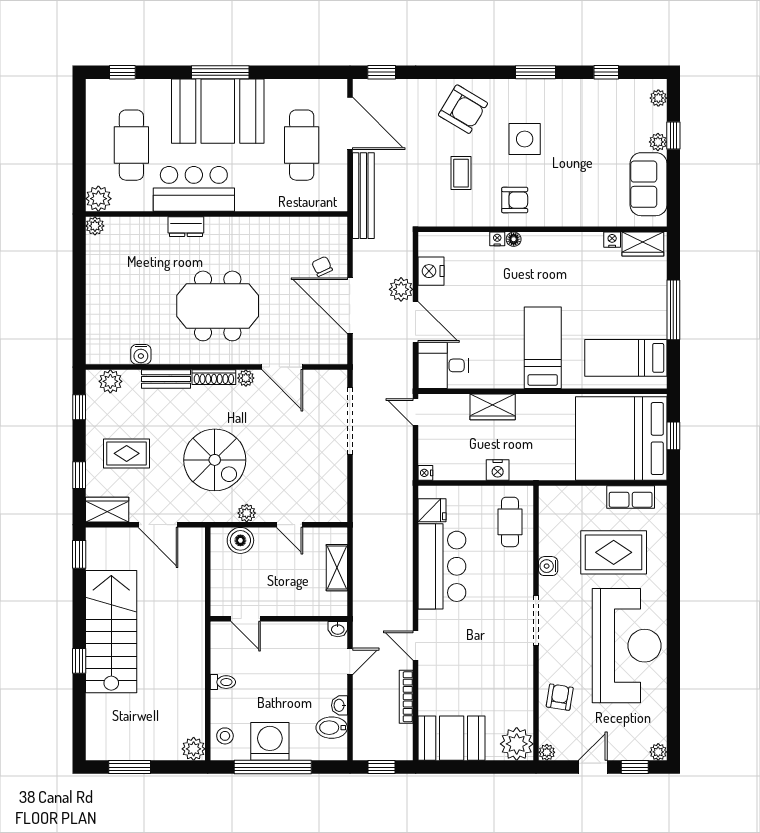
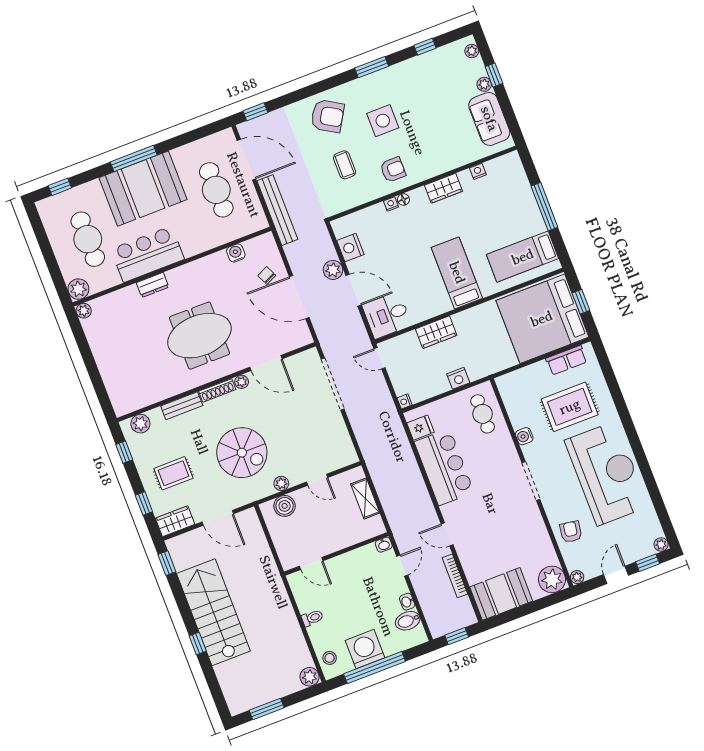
wardrobe: (643, 244) -> (443, 188), moved
water cooler: (141, 354) -> (236, 253), moved, turned 180

